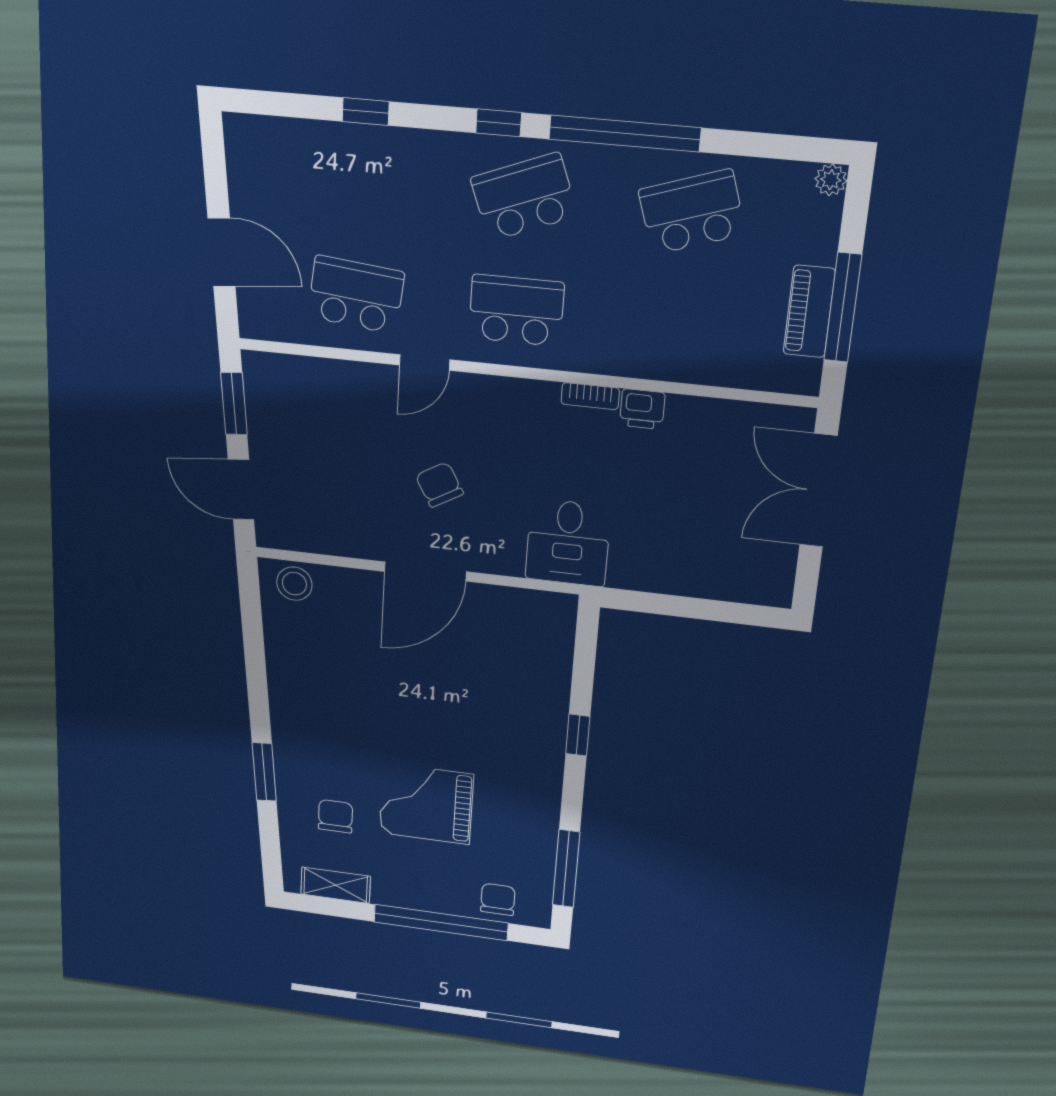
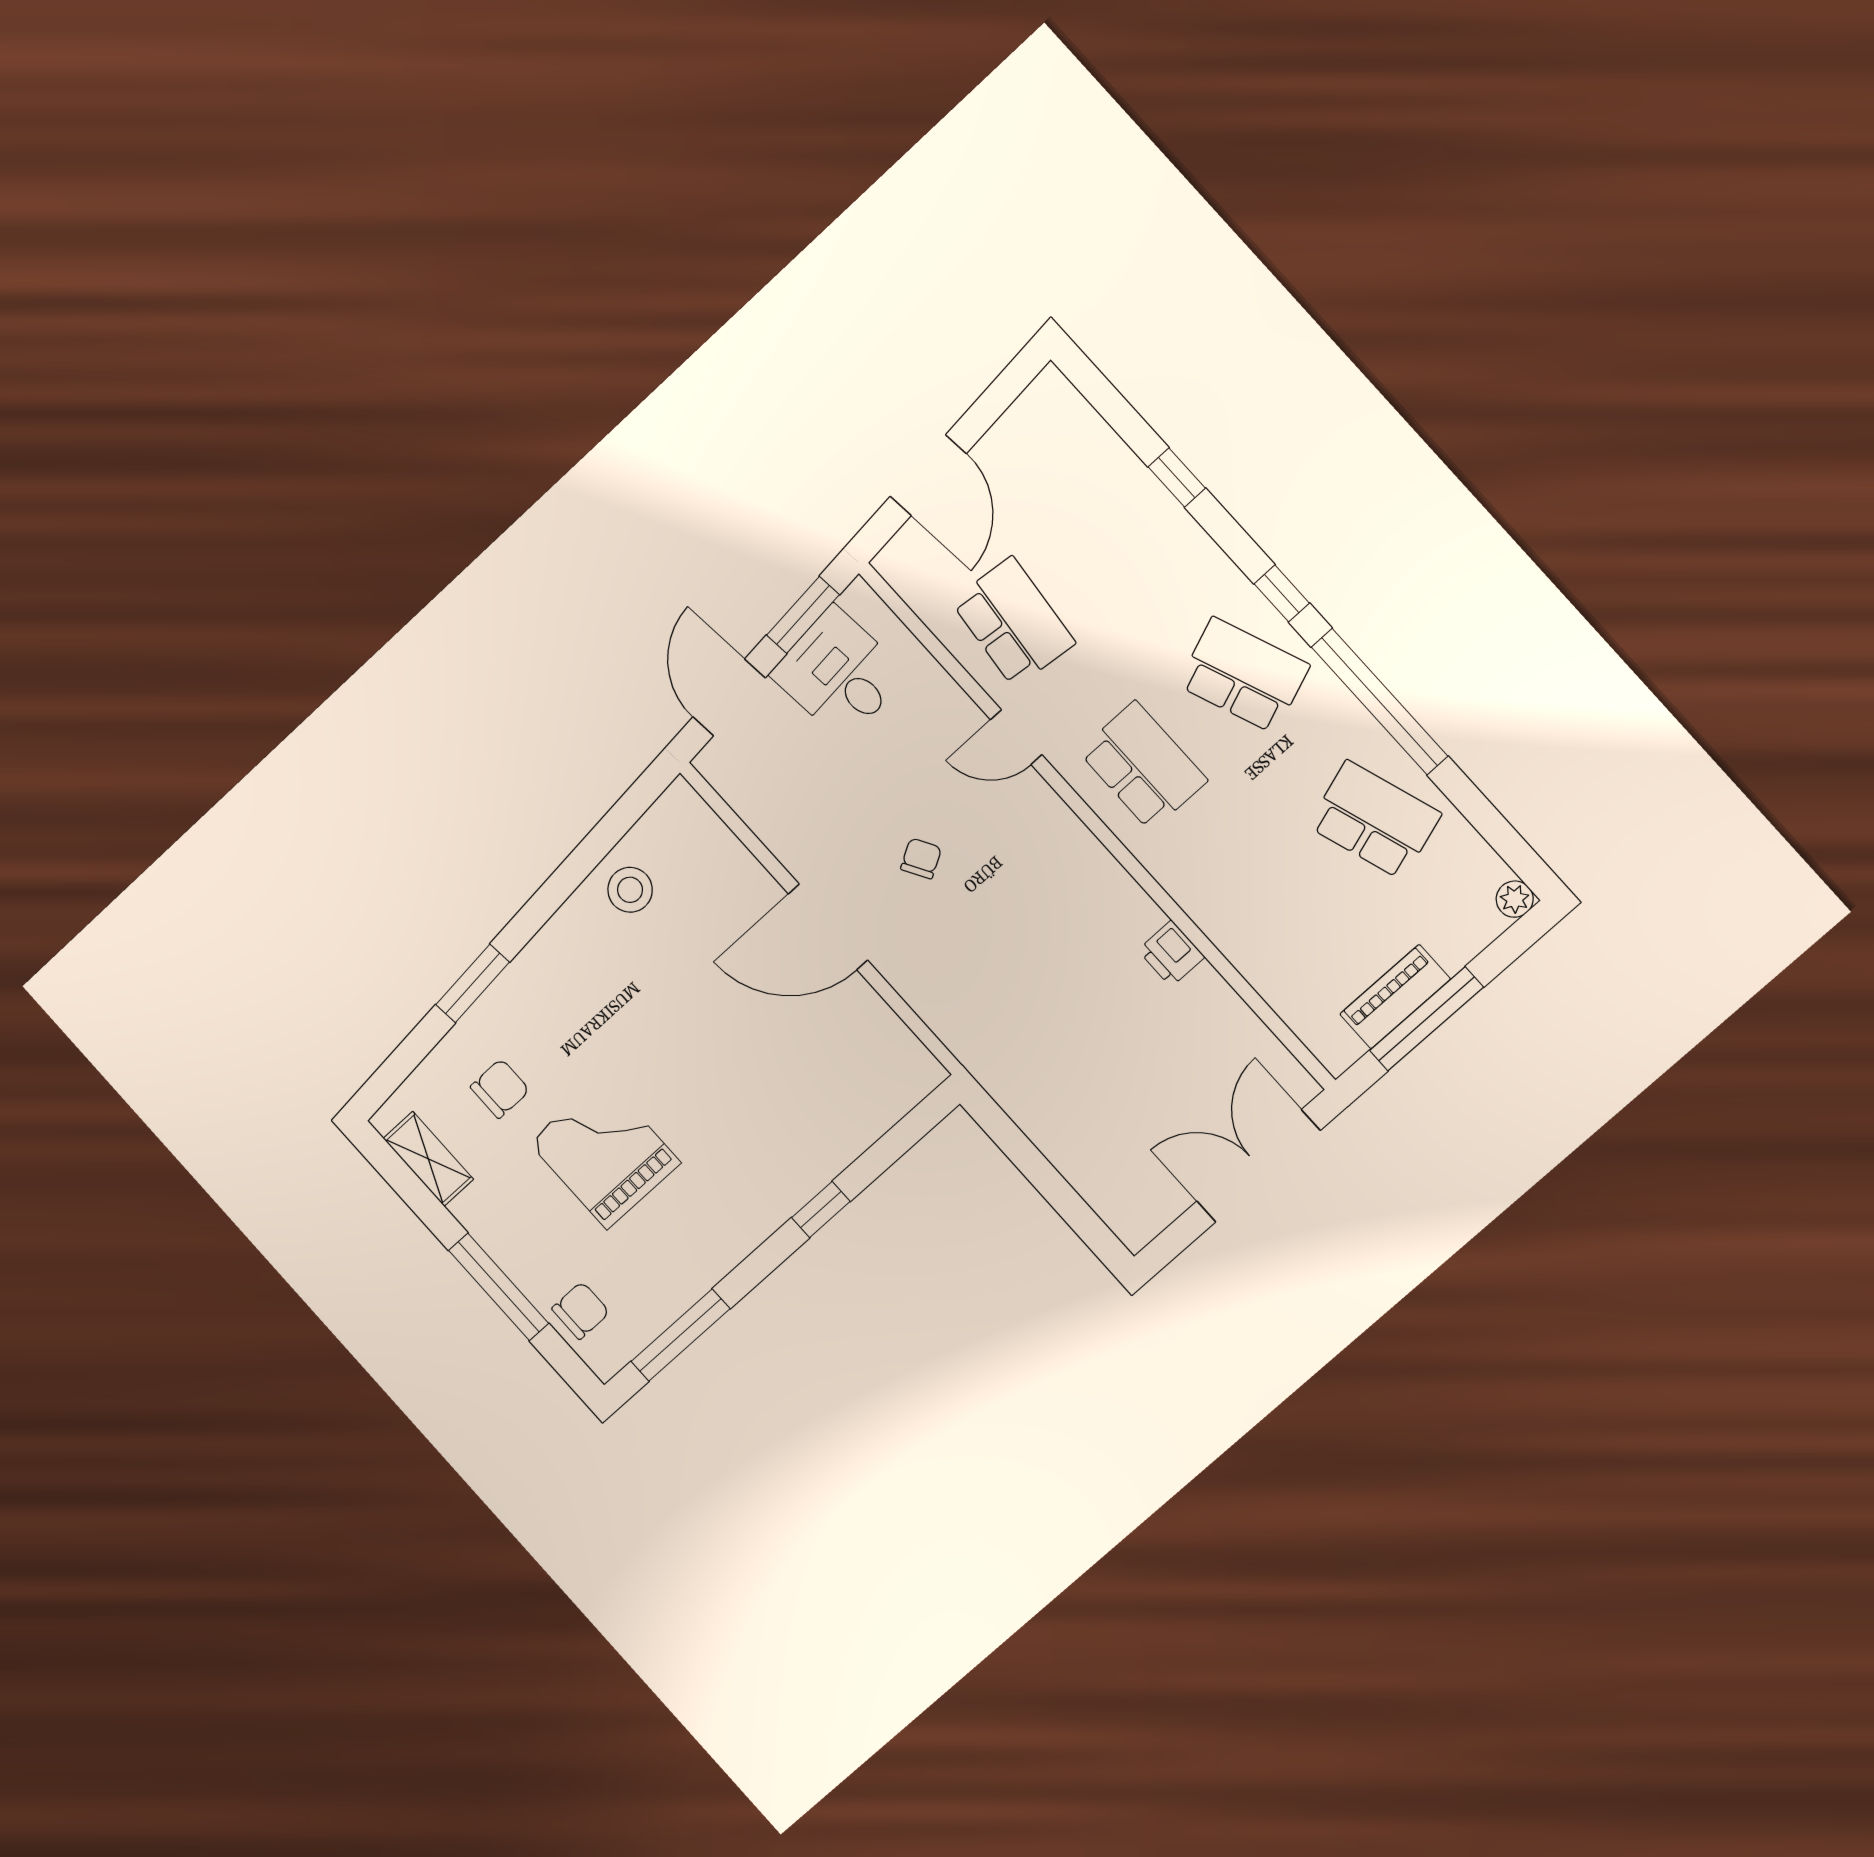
bookcase: (590, 396) -> (1136, 901), removed
chair: (439, 485) -> (921, 858), width x0.73, depth x0.73
desk: (568, 543) -> (839, 674), moved, turned 85
stool: (294, 584) -> (630, 890), moved
window: (441, 922) -> (499, 1287), width x0.68

